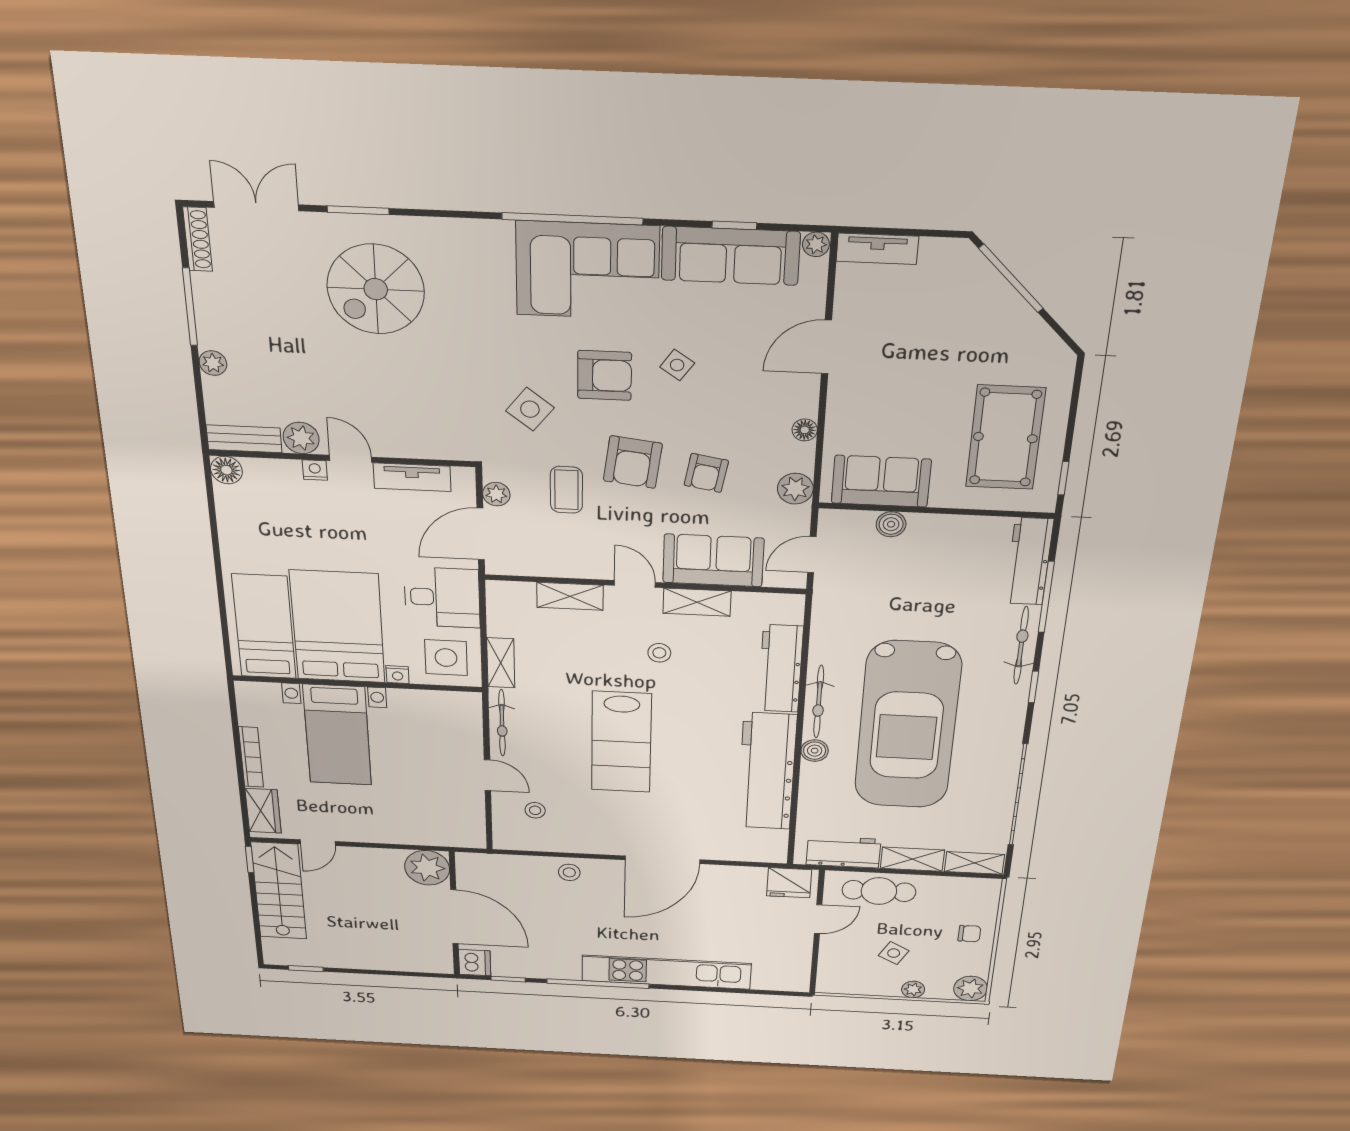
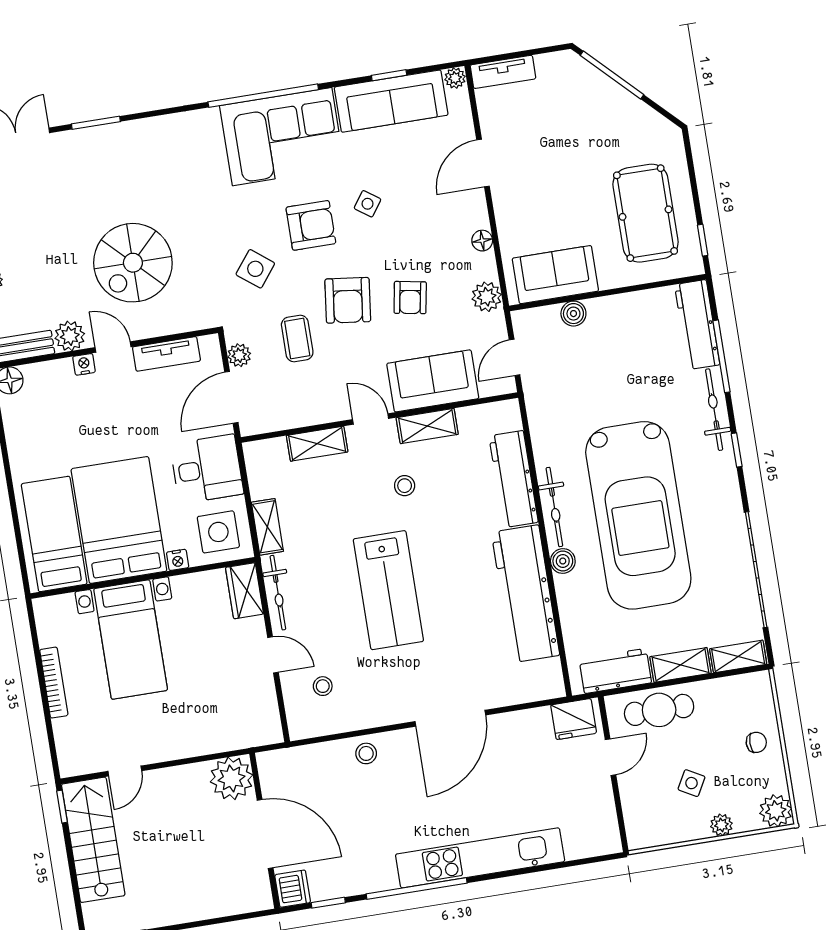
spiral stairs: (376, 289) -> (133, 263), moved
wardrobe: (263, 811) -> (245, 591), moved, turned 180

